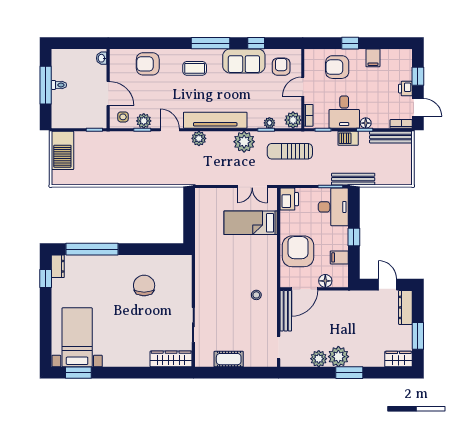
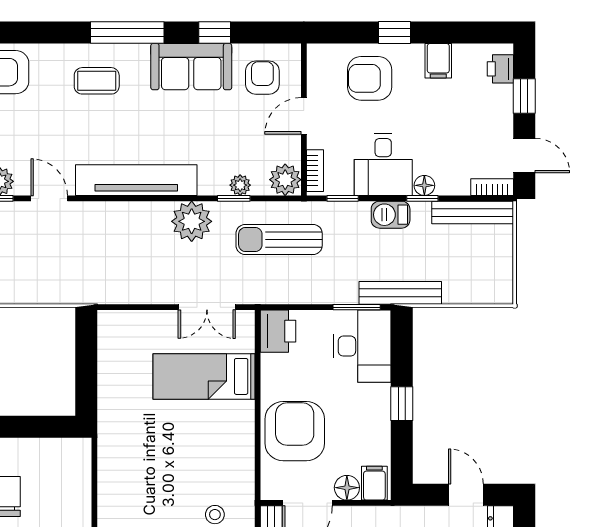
printer: (405, 89) -> (500, 69), moved
plant: (199, 138) -> (105, 215), removed
filing cabinet: (339, 257) -> (374, 483), moved, turned 90

